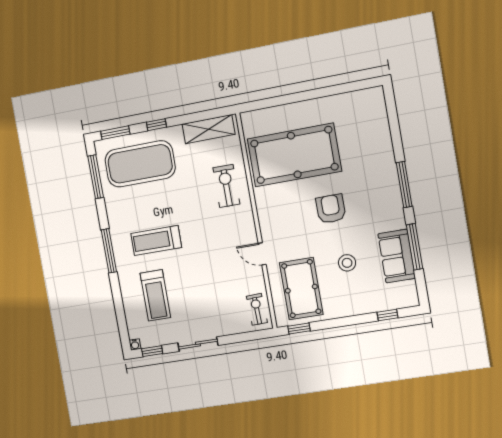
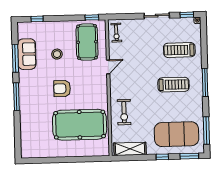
armchair: (331, 209) -> (62, 89), turned 90
door: (262, 254) -> (108, 67), hinge flipped
treadmill: (155, 295) -> (179, 50), turned -90

